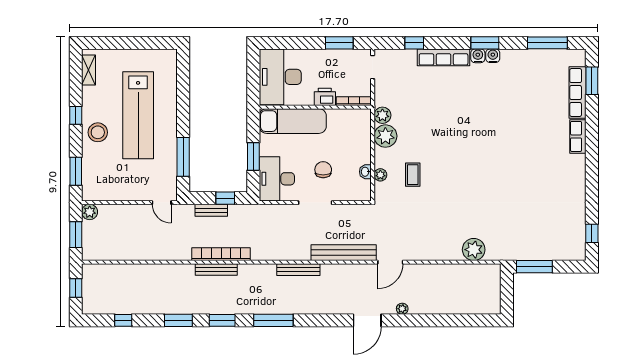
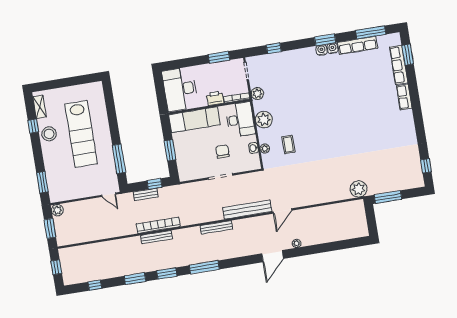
row of seats: (444, 57) -> (358, 45), moved
window: (76, 115) -> (33, 126), moved
plant: (382, 115) -> (257, 94), moved
stool: (98, 132) -> (49, 134), moved
desk: (277, 179) -> (240, 120), moved, turned 180
plant: (474, 250) -> (359, 189), moved

